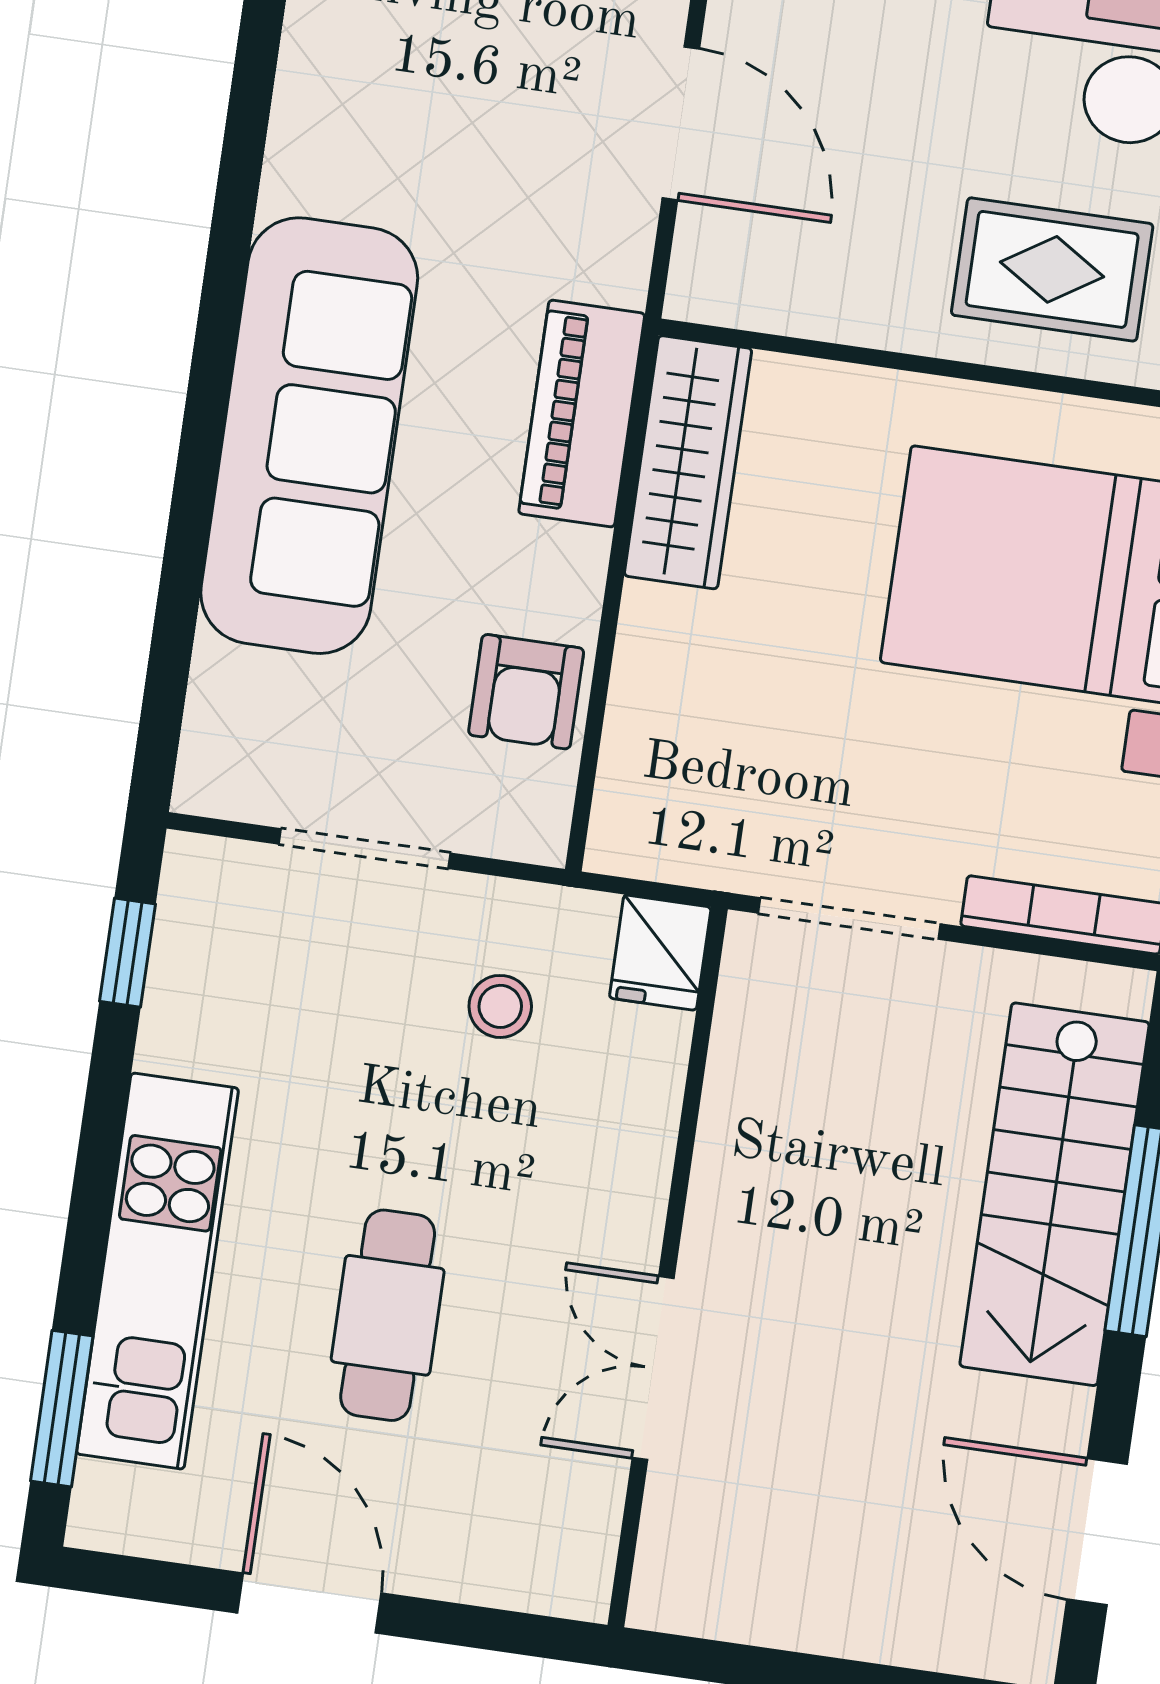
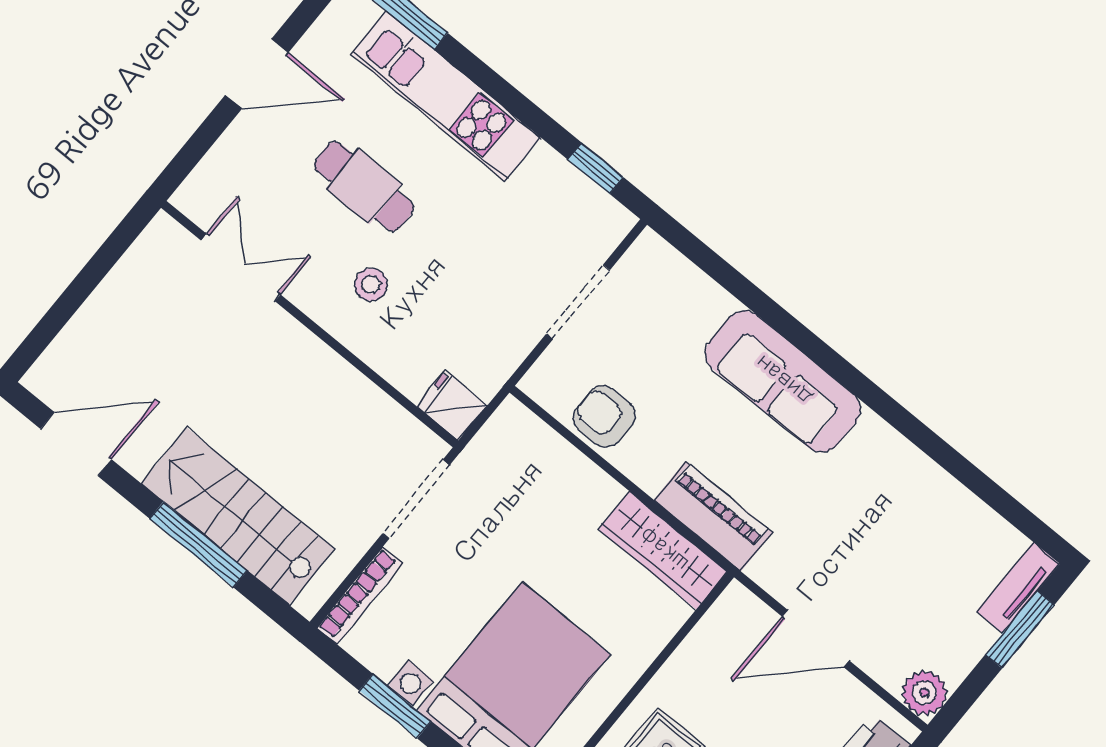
sofa: (309, 436) -> (783, 381), width x0.74, depth x0.79
stool: (500, 1006) -> (371, 284), moved
double door: (653, 1368) -> (241, 267), moved

